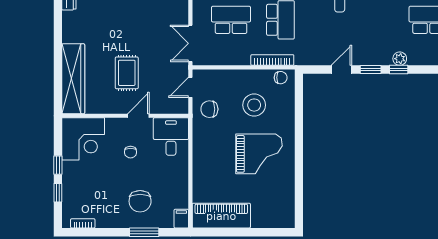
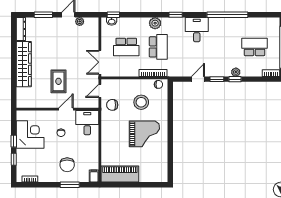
school desk: (231, 20) -> (126, 47), turned 180
wardrobe: (73, 79) -> (24, 64), moved
corner desk: (83, 139) -> (30, 135), moved, turned -90

